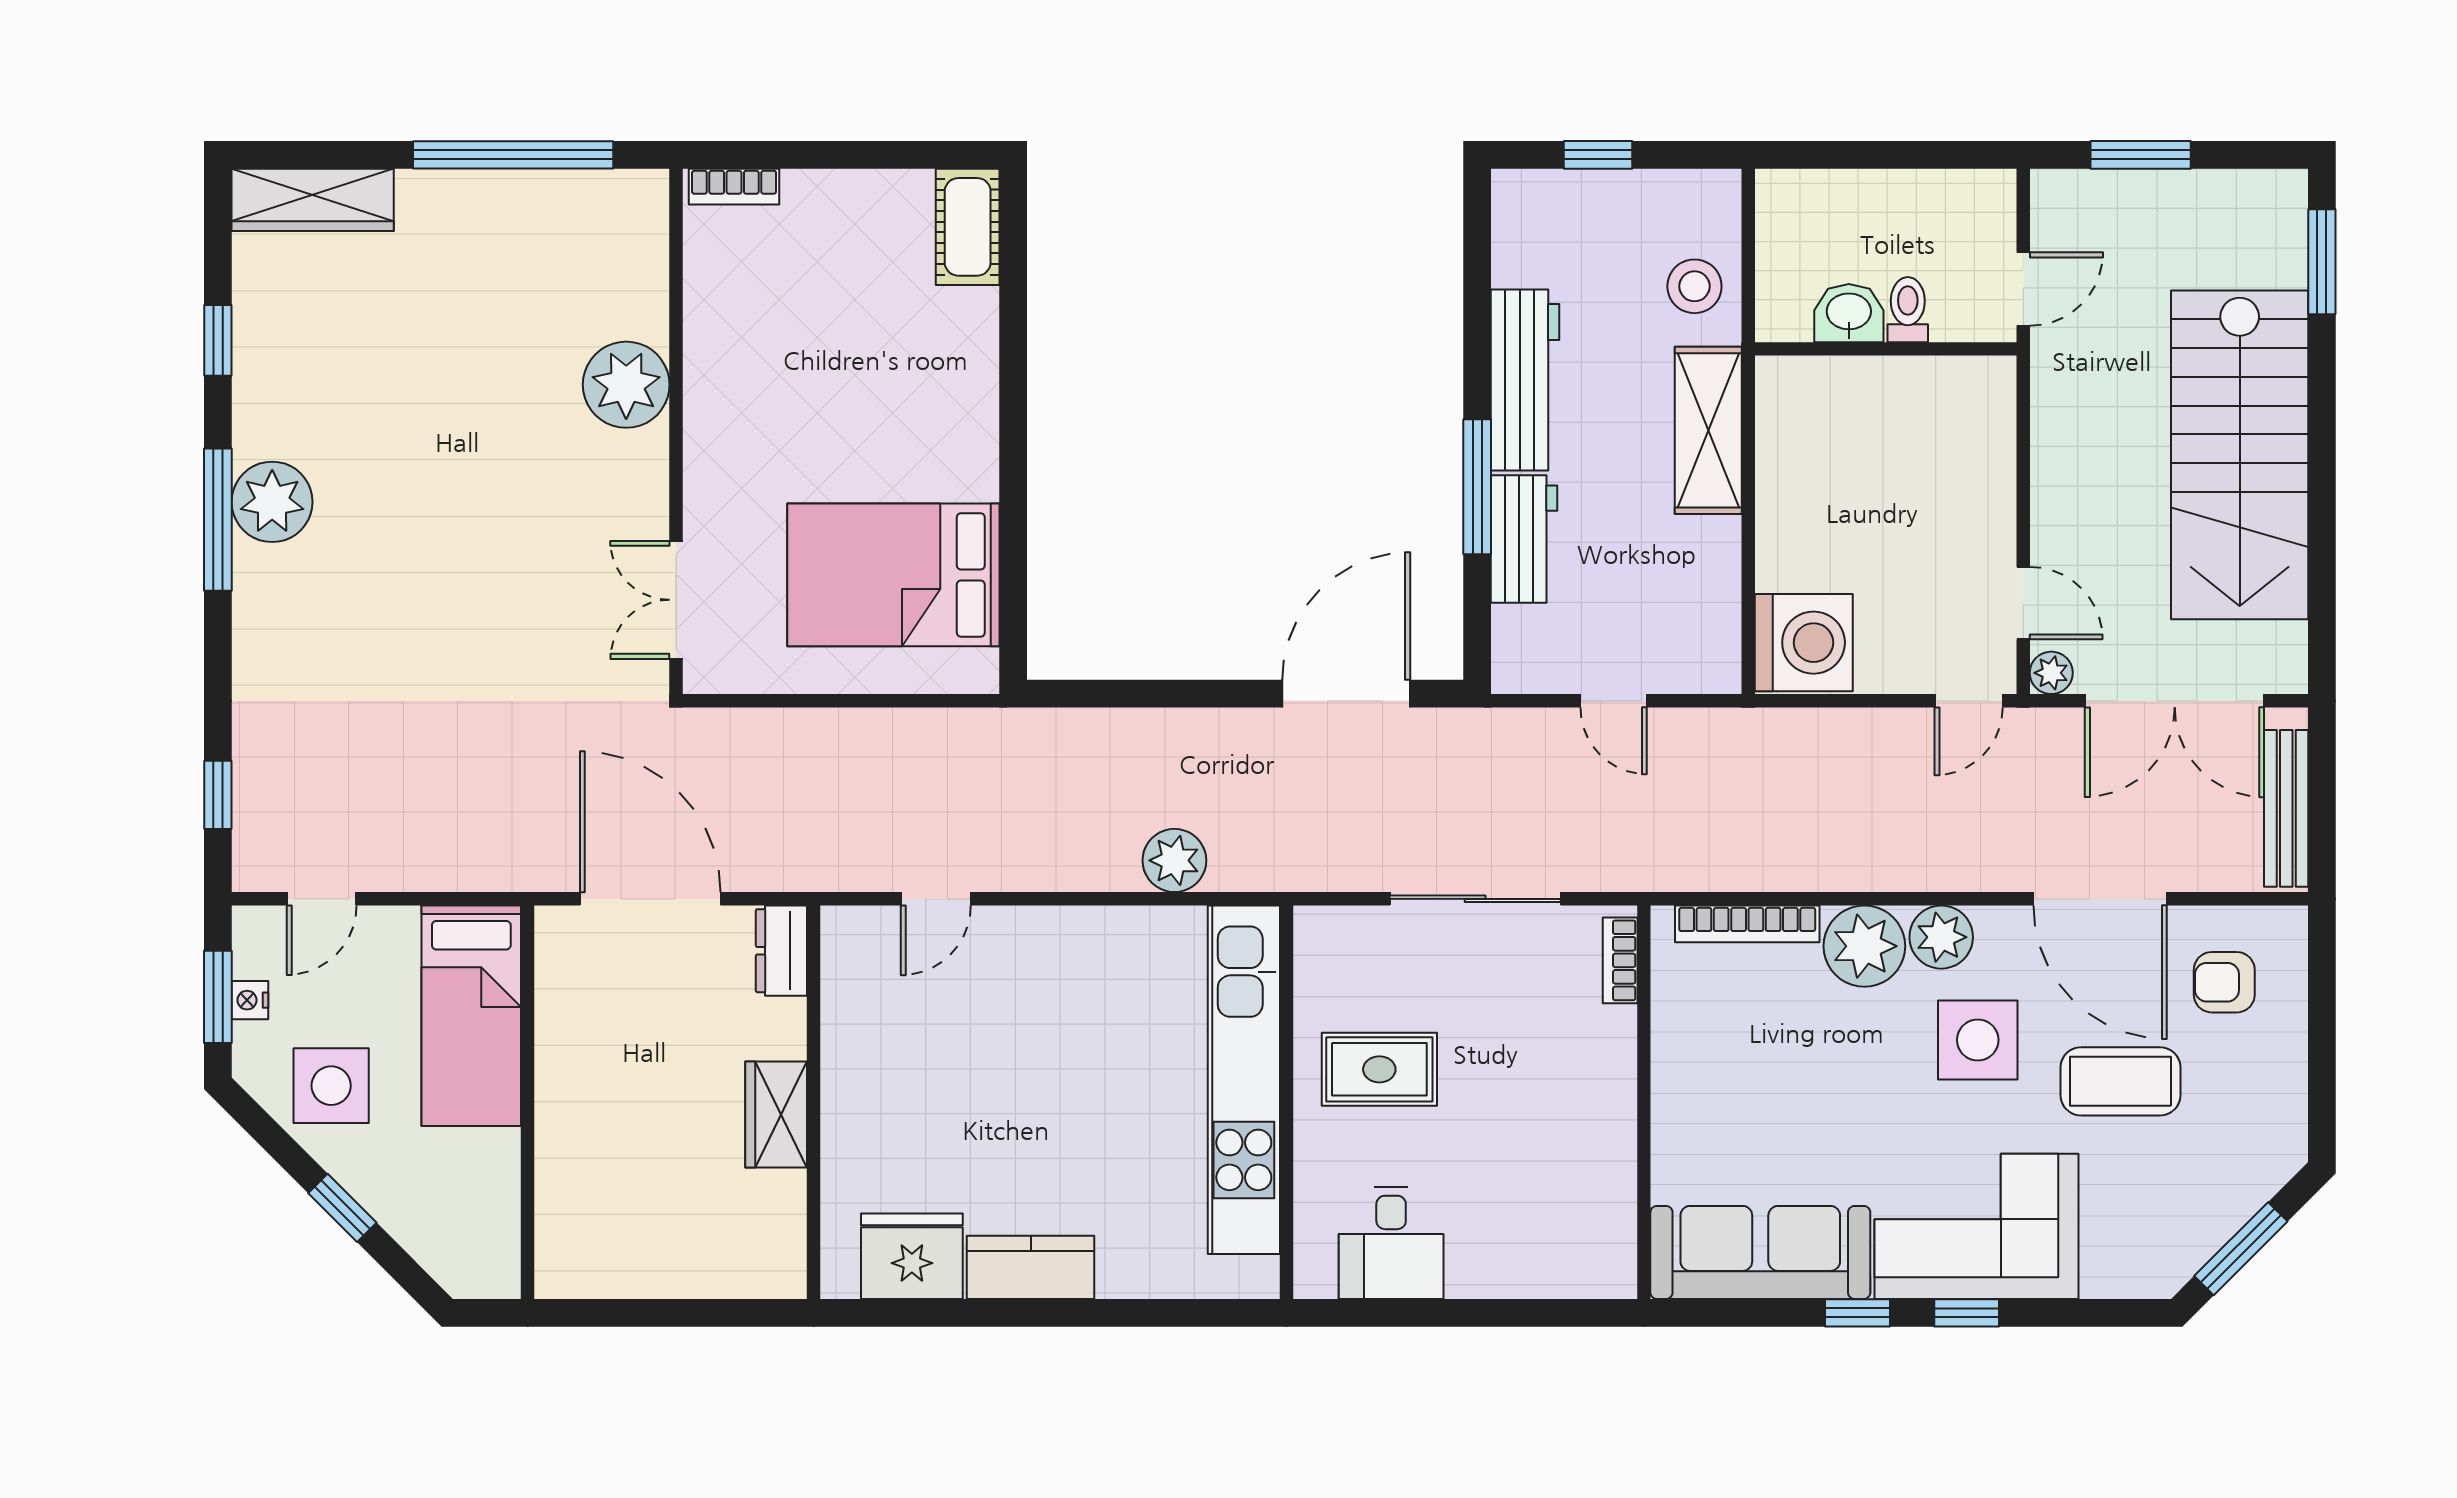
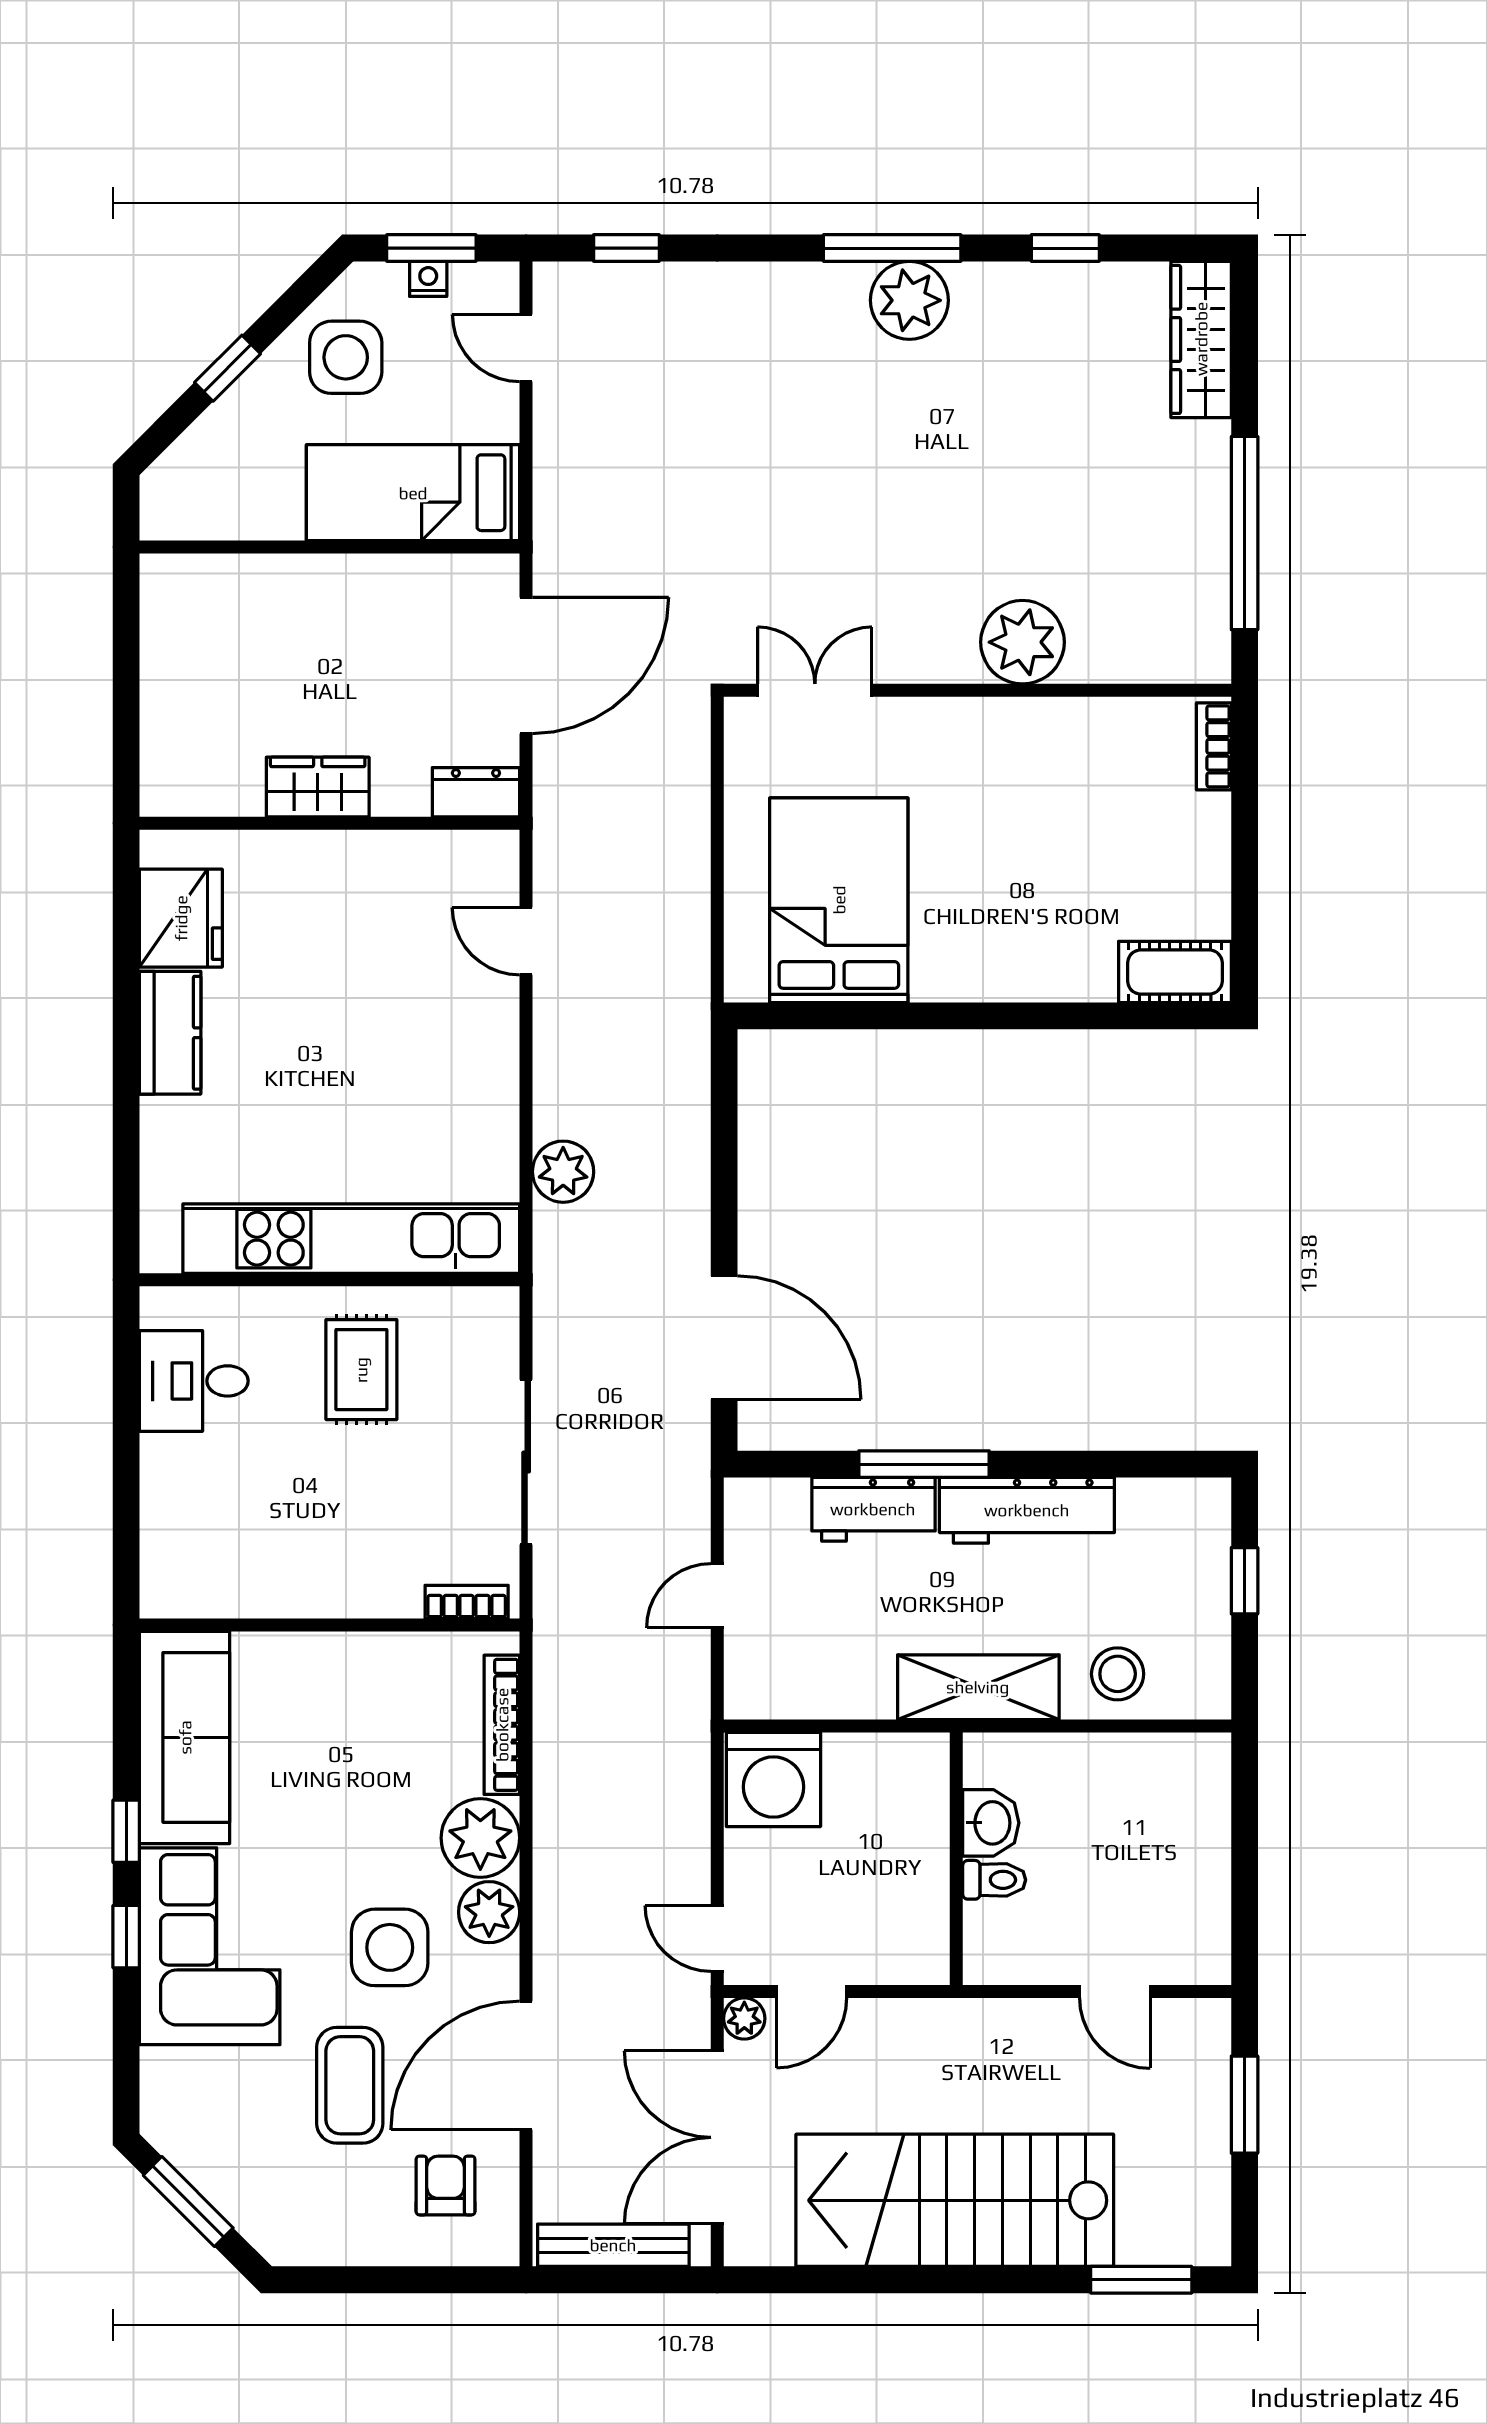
toilet: (1908, 310) -> (994, 1880), moved
washbasin: (1849, 313) -> (991, 1823), moved
wall: (1886, 349) -> (956, 1859), moved

